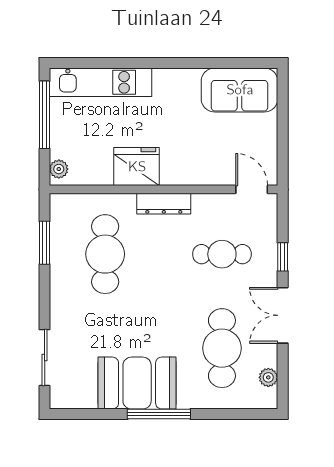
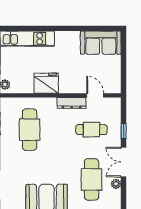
door: (252, 189) -> (95, 95), moved
dresser: (164, 204) -> (72, 103), moved
plant: (268, 377) -> (116, 184), moved

